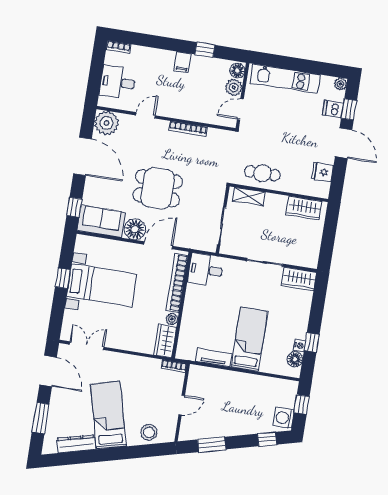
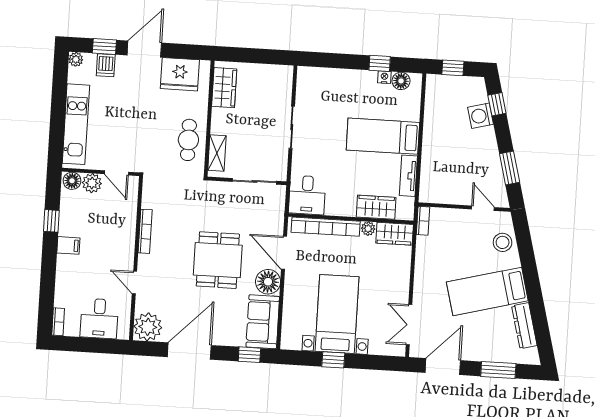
fridge: (322, 172) -> (180, 74), width x1.88, depth x1.34
wardrobe: (299, 279) -> (376, 207), moved, turned -90
door: (182, 405) -> (483, 208), moved
washing machine: (284, 418) -> (481, 116), moved, turned 75

